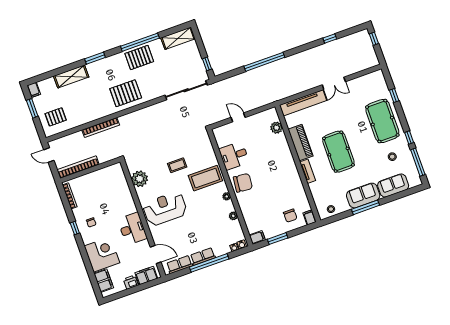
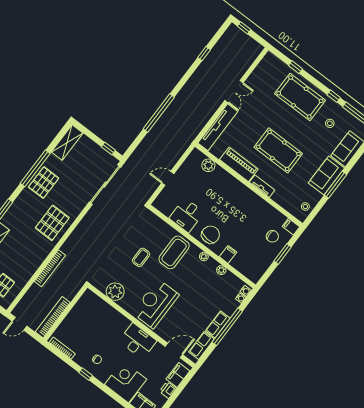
filing cabinet: (257, 237) -> (228, 254), moved
window: (278, 239) -> (283, 254), moved

